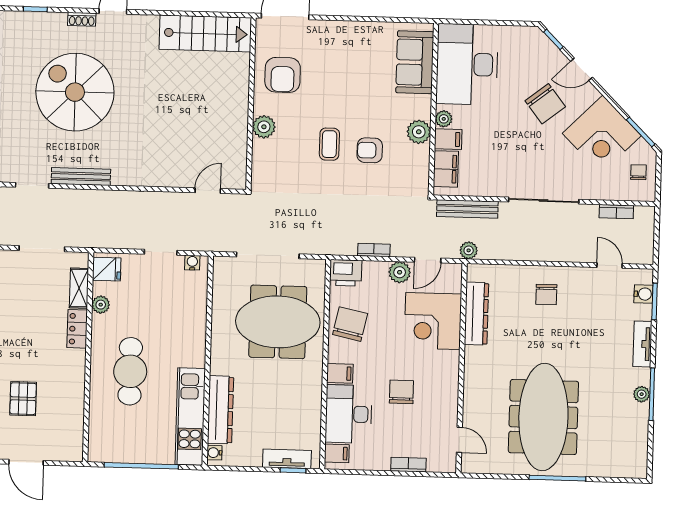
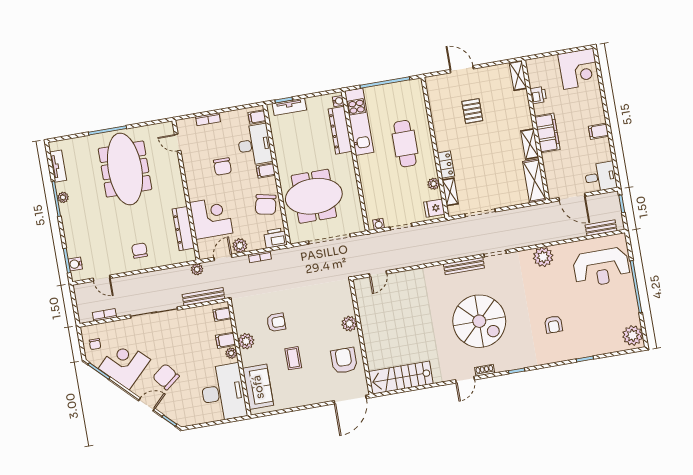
coffee table: (329, 144) -> (293, 358), moved
filing cabinet: (446, 169) -> (222, 314), width x0.50
tv unit: (642, 344) -> (58, 166), moved

